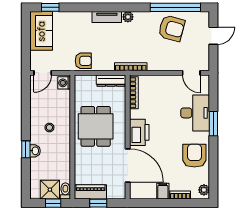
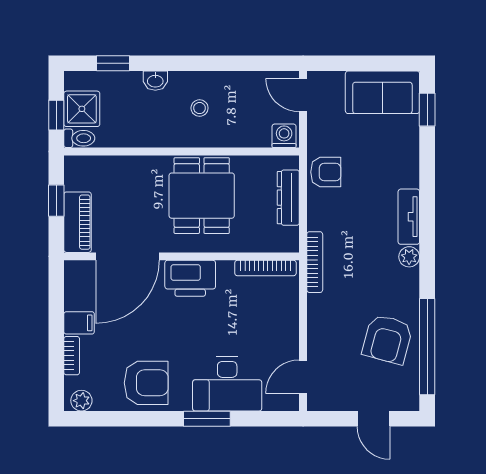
armchair: (83, 61) -> (326, 172), turned -90
dresser: (111, 81) -> (288, 198), moved
dining table: (96, 126) -> (202, 196), turned 90
window: (26, 149) -> (113, 63), moved
piano: (90, 192) -> (78, 222), moved

